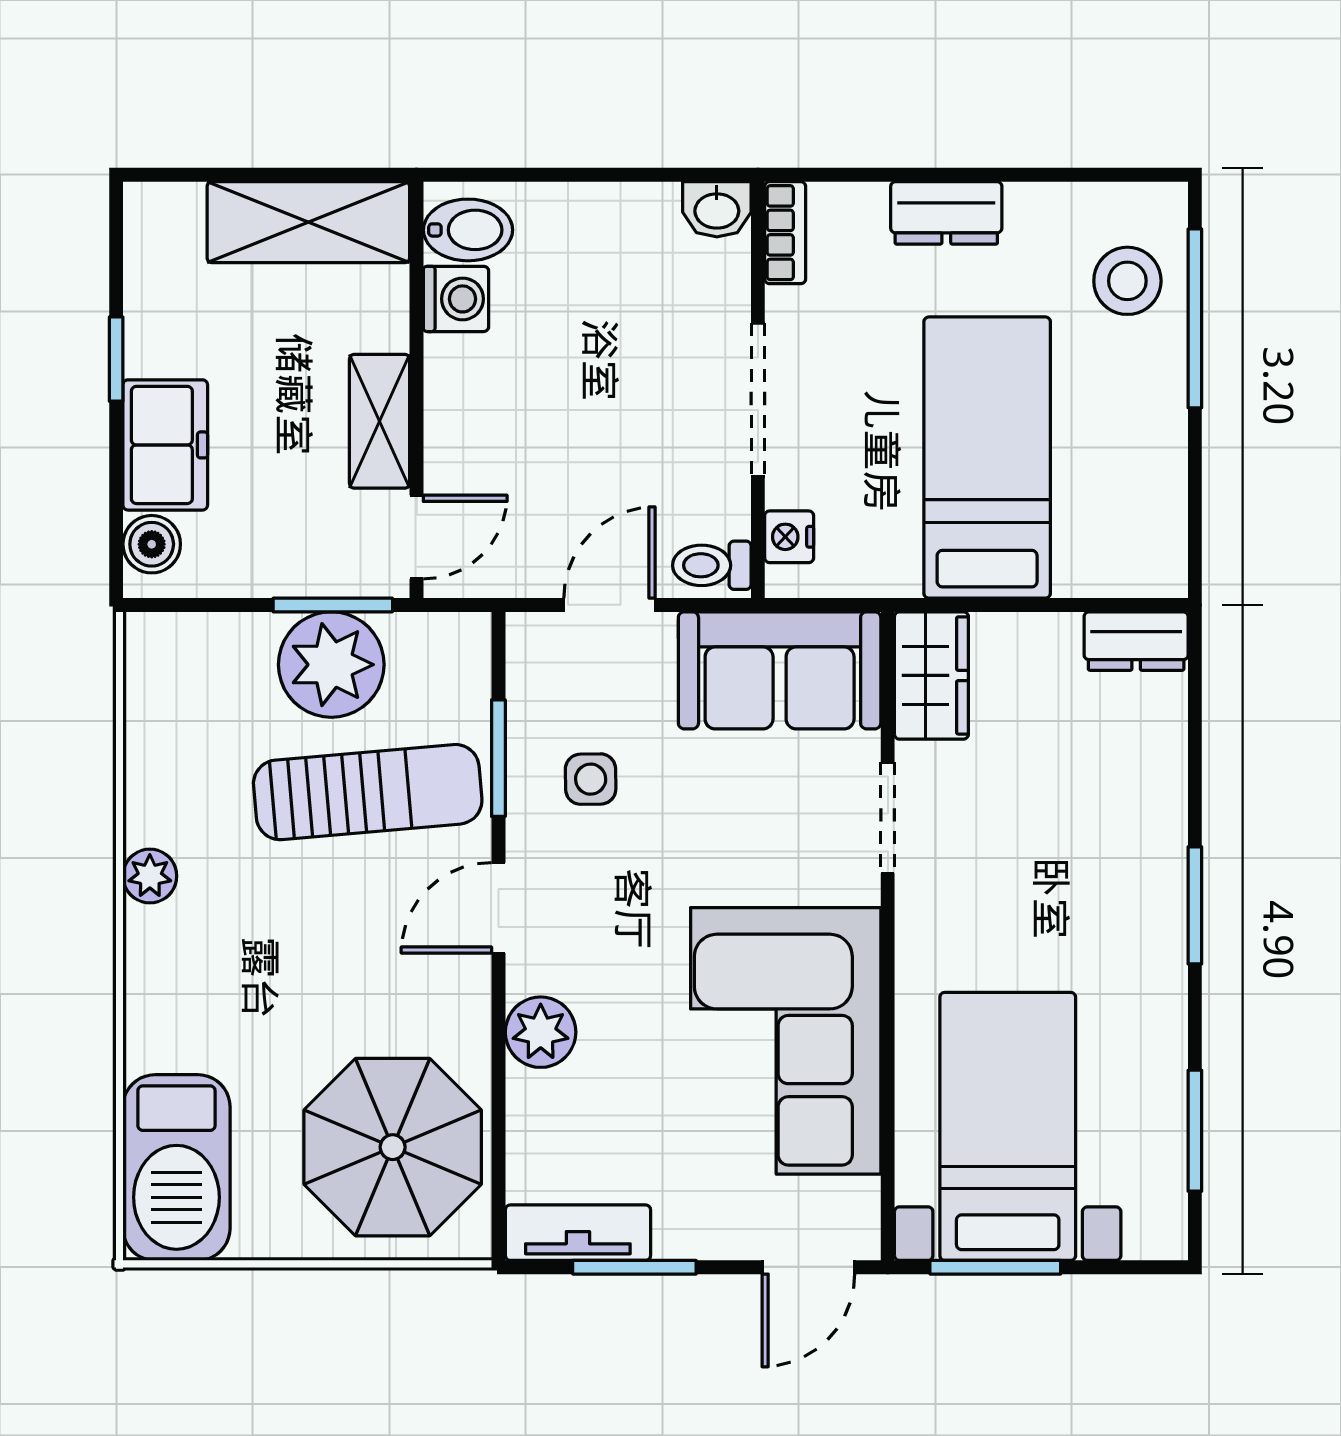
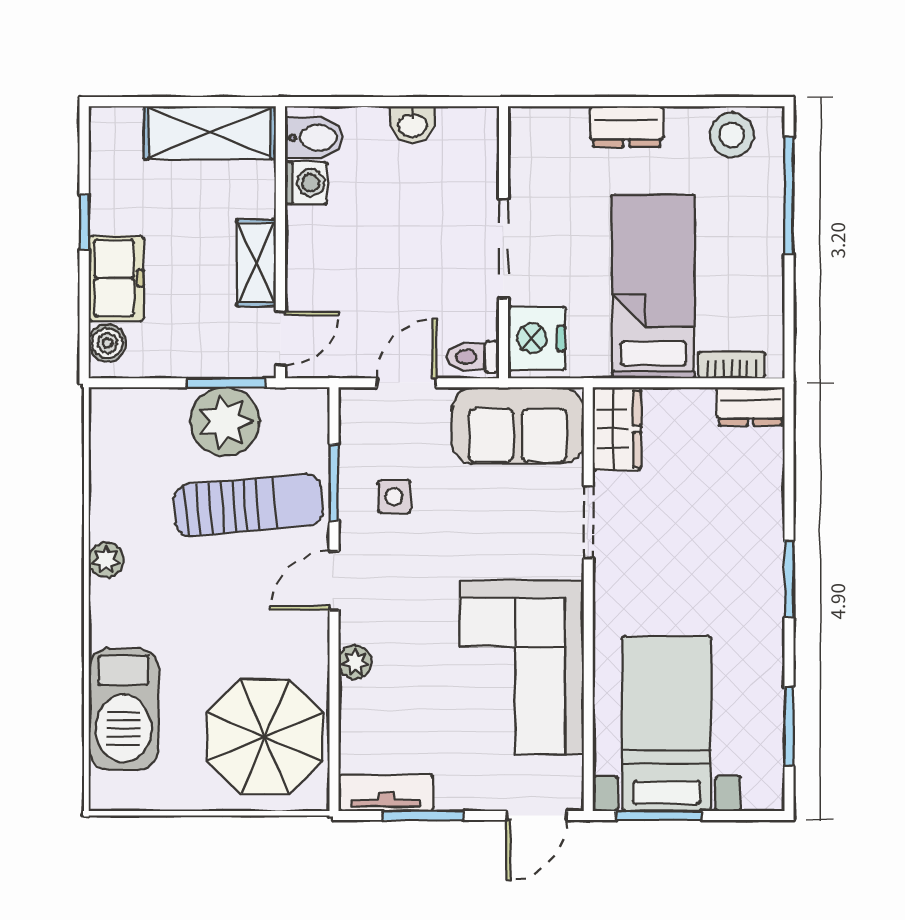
washbasin: (717, 209) -> (412, 124), moved
bookcase: (785, 233) -> (731, 365), moved, turned -90
stool: (1127, 281) -> (732, 135), moved
nightstand: (789, 537) -> (537, 338), width x1.89, depth x1.79
plant: (541, 1032) -> (355, 662), width x0.73, depth x0.73
barbecue: (176, 1168) -> (124, 709), moved

